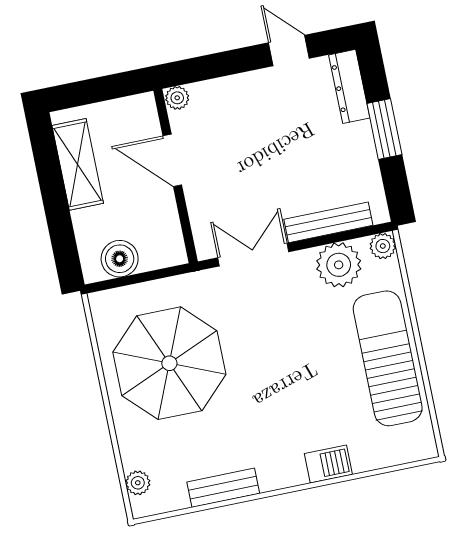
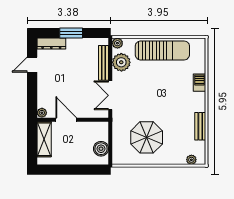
door: (172, 160) -> (66, 120), swing flipped
shelving: (78, 164) -> (44, 139), moved, turned 90
sun lounger: (388, 358) -> (162, 50), turned 180
parasol: (169, 363) -> (147, 137), width x0.73, depth x0.73

